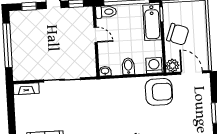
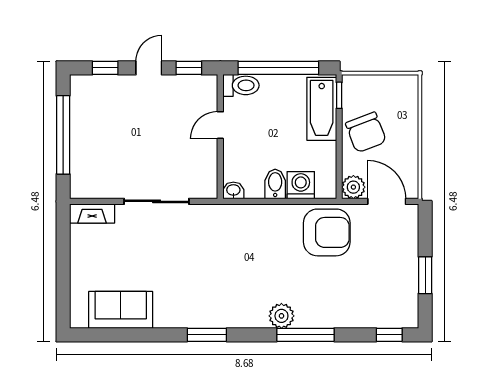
chair: (178, 34) -> (366, 132), turned 49
door: (96, 35) -> (220, 125), swing flipped
washing machine: (154, 65) -> (301, 185), moved

